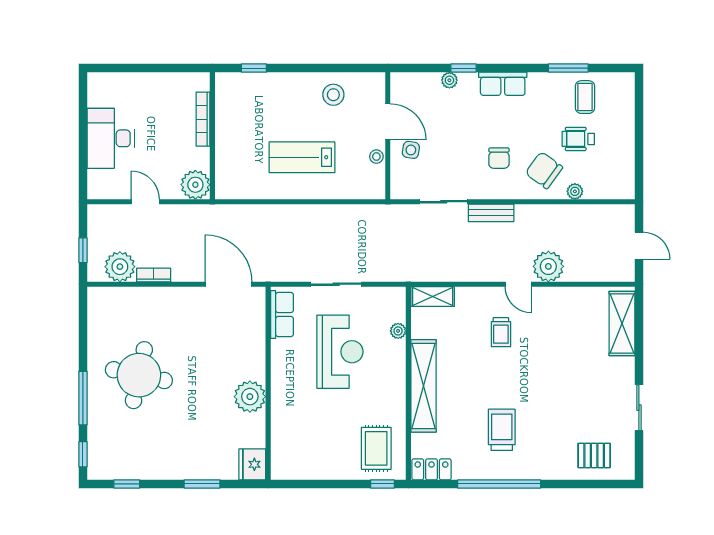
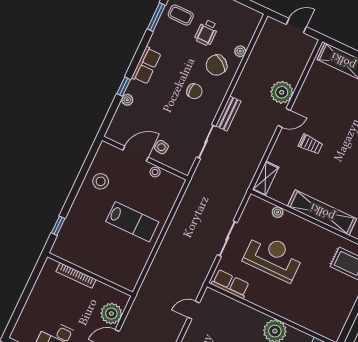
lab bench: (302, 157) -> (132, 222), turned -90
plant: (195, 185) -> (111, 314), moved
door: (228, 284) -> (194, 310), width x0.53

